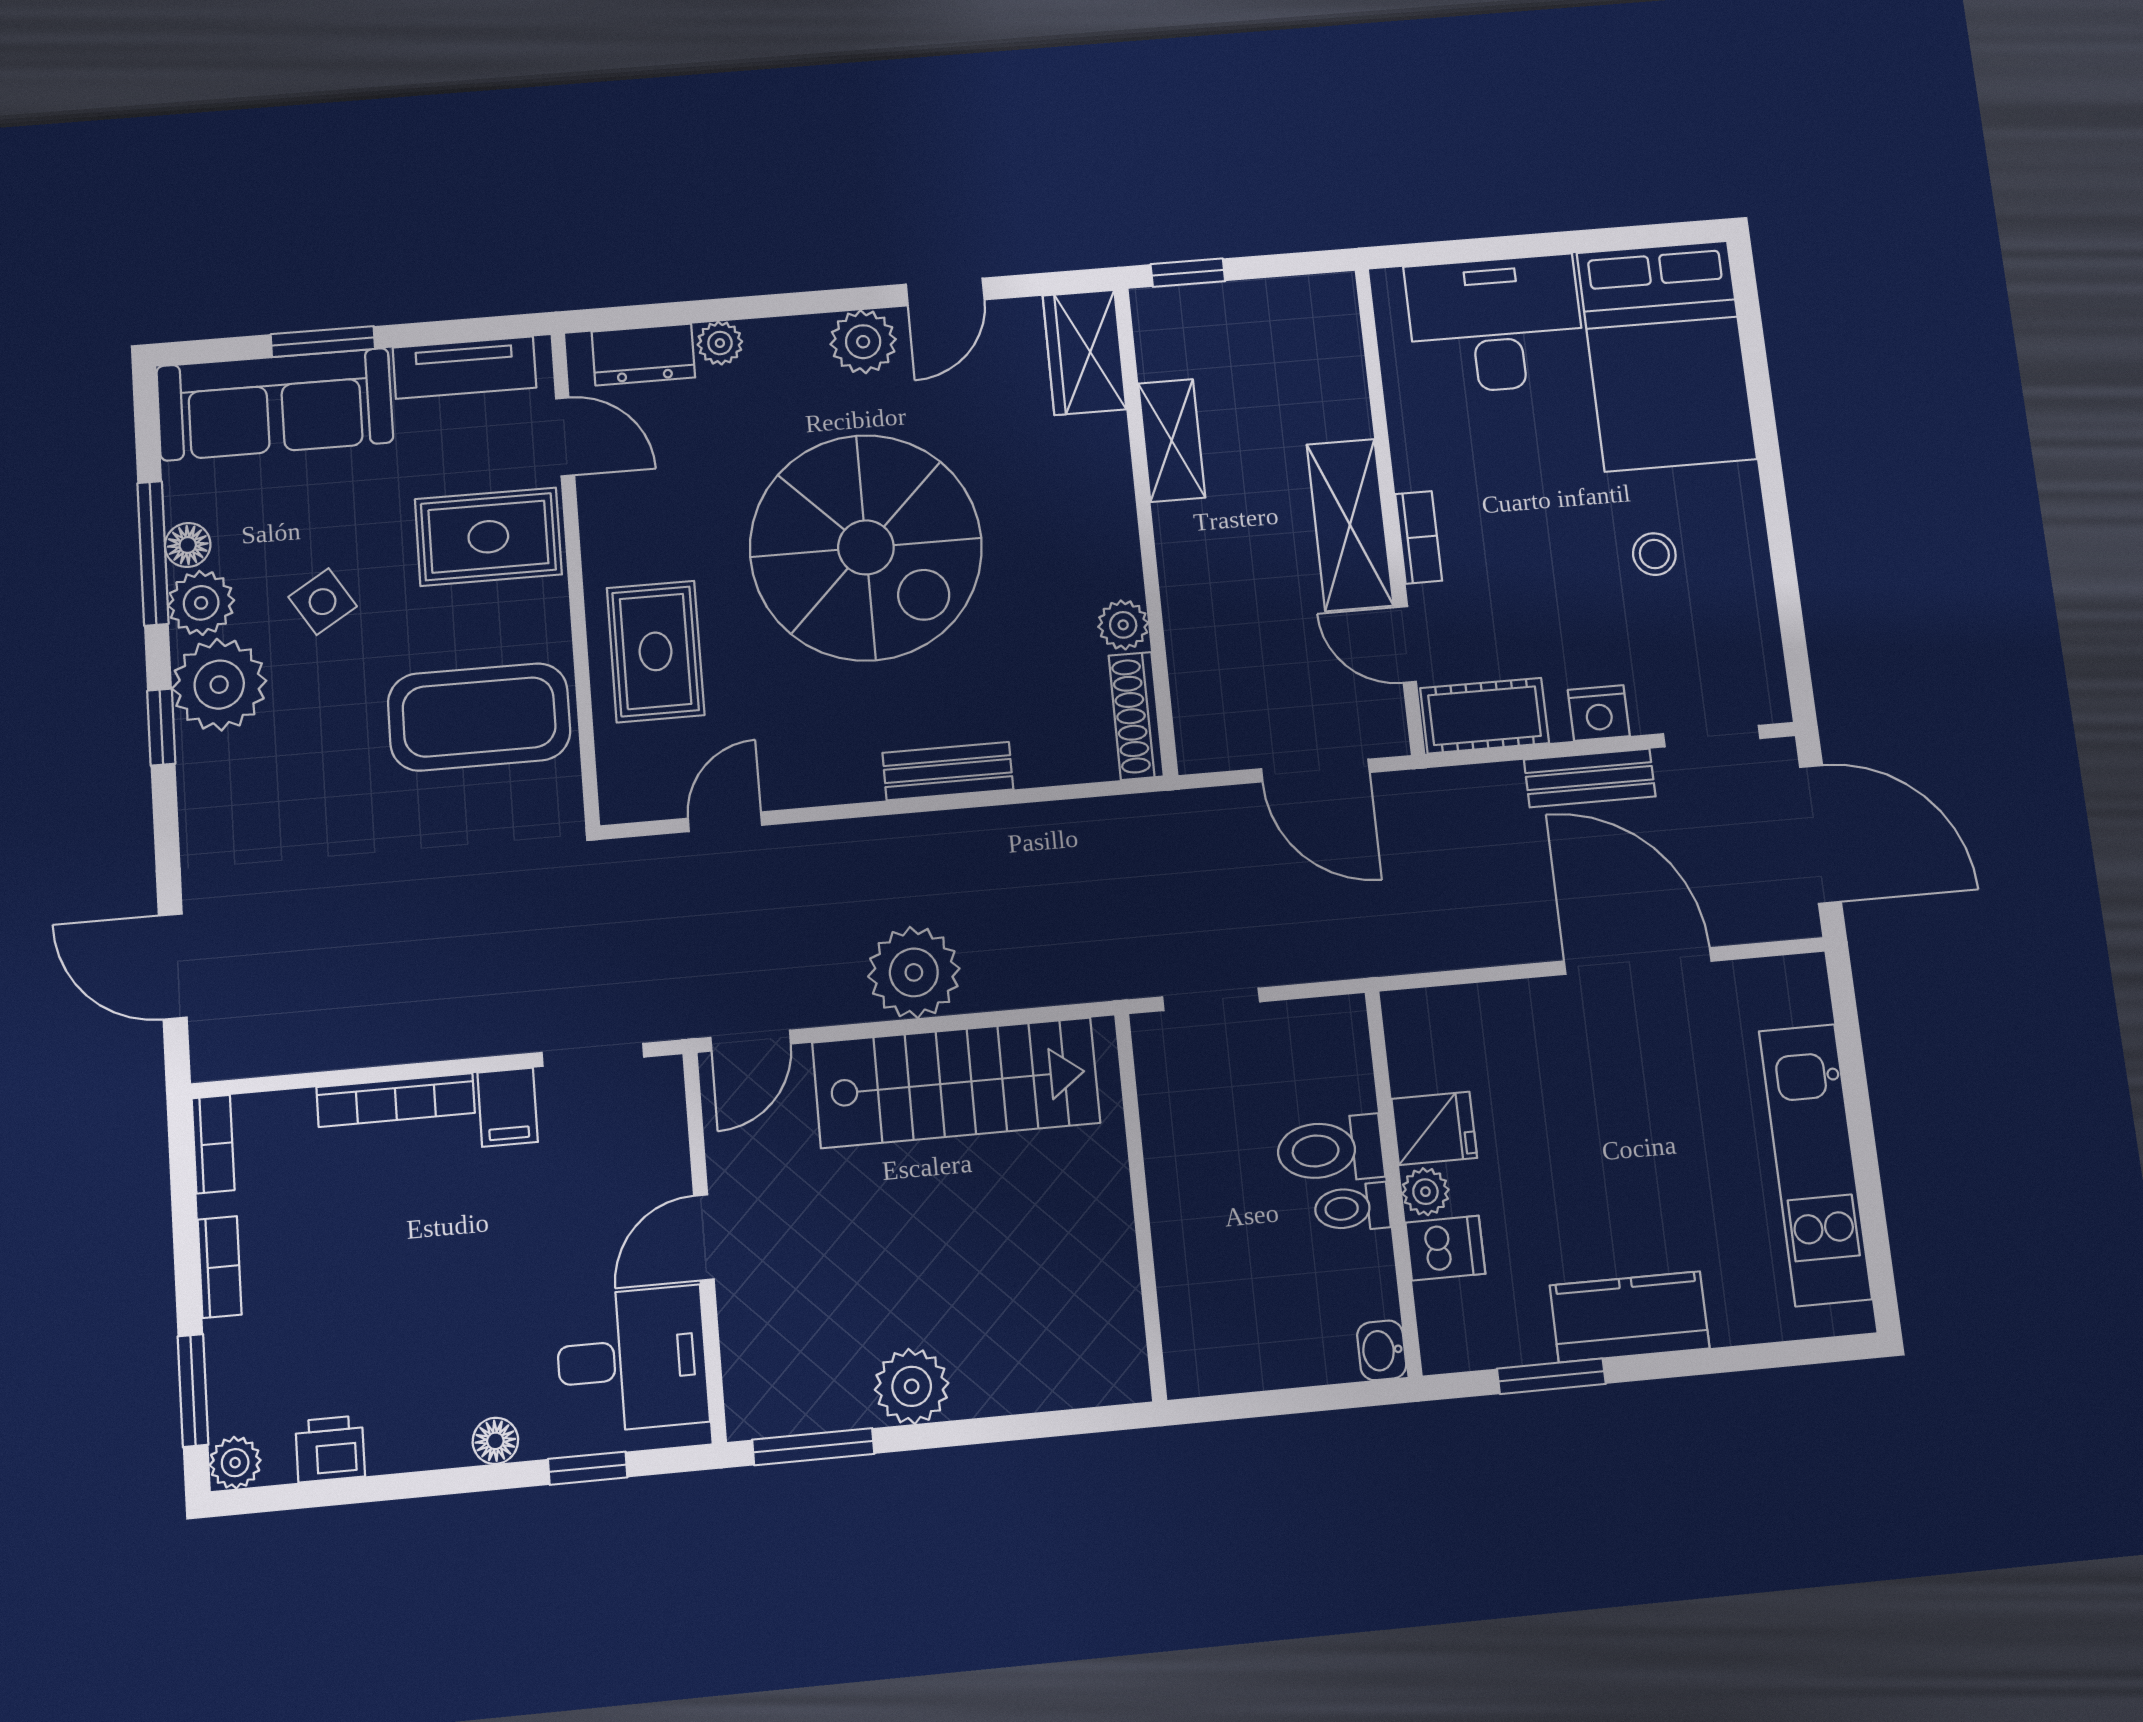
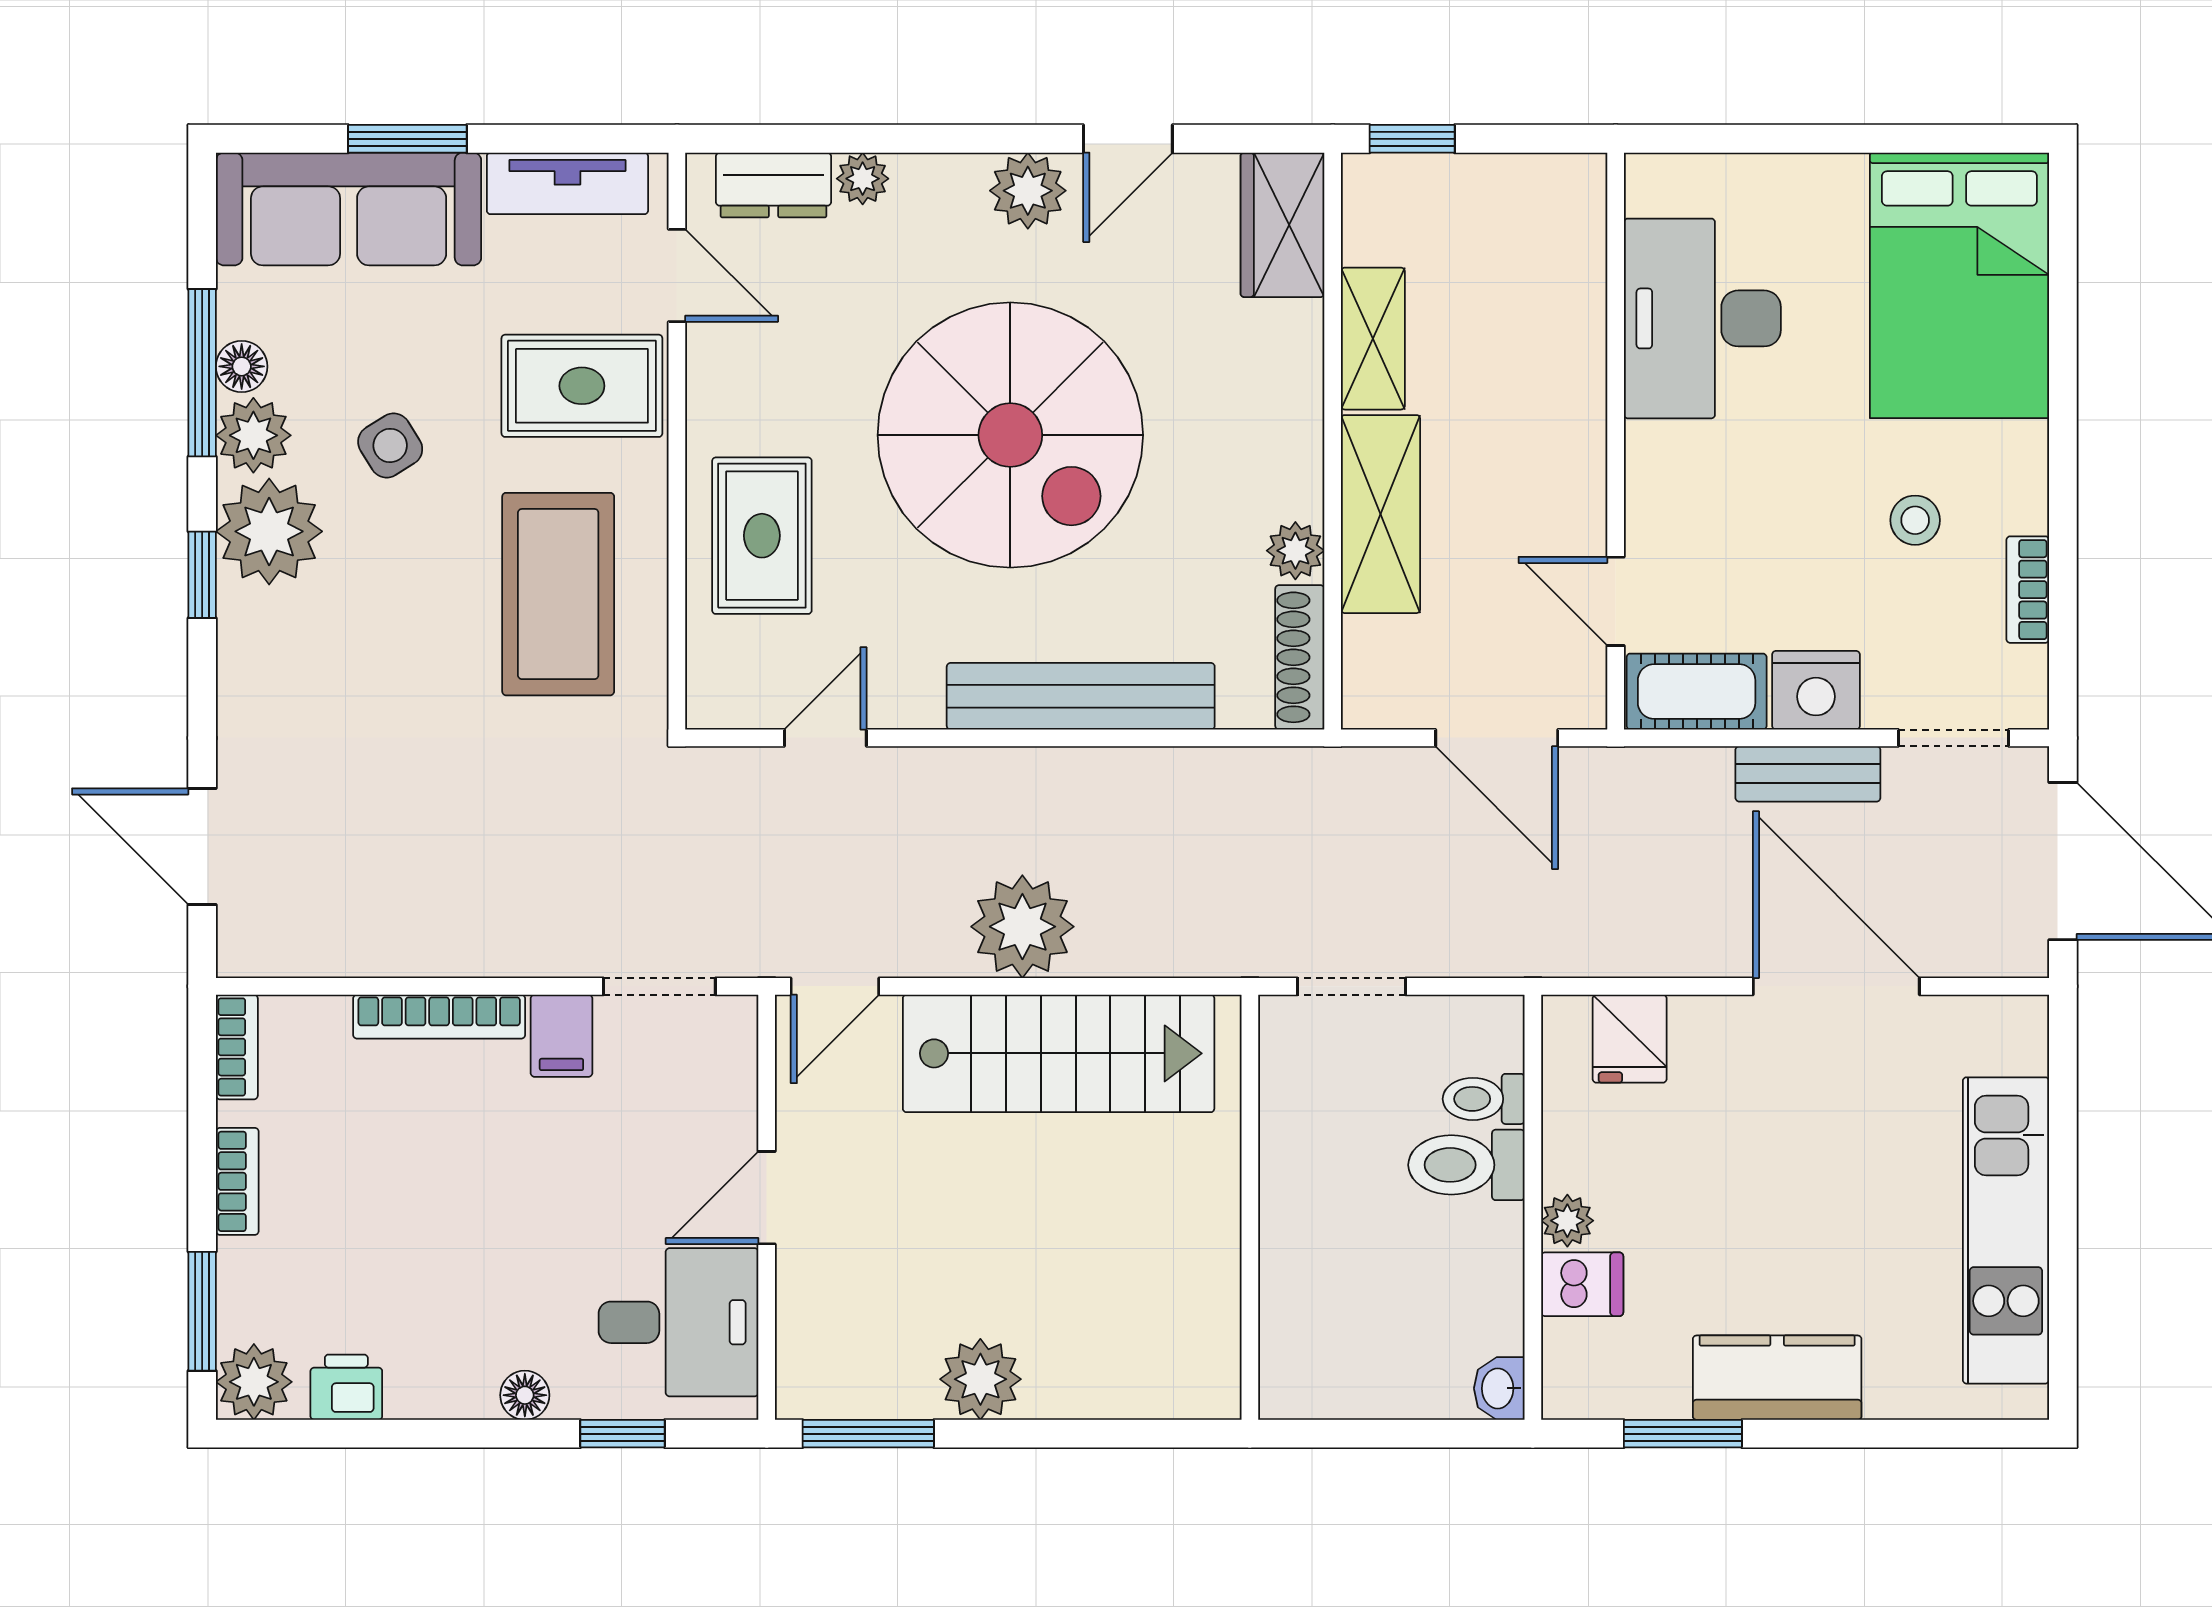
desk: (1496, 324) -> (1702, 318), moved, turned -90
shelving: (1350, 525) -> (1381, 514), moved
bookcase: (1419, 537) -> (2028, 590), moved, turned 180
nightstand: (1599, 713) -> (1816, 690), width x1.36, depth x1.33
coffee table: (479, 717) -> (558, 594), turned 90
bench: (948, 771) -> (1081, 696), width x1.86, depth x1.21
fridge: (1434, 1128) -> (1630, 1039), moved, turned 90
toilet: (1352, 1208) -> (1484, 1099), moved
plant: (235, 1463) -> (254, 1382), width x1.38, depth x1.38

